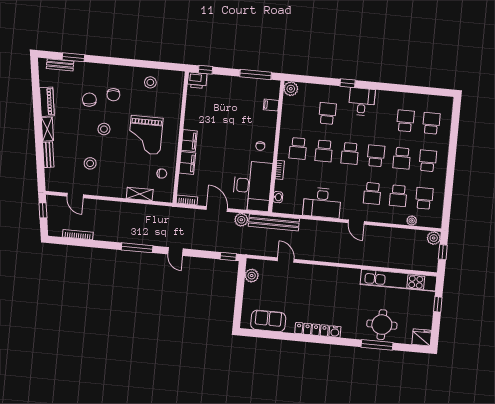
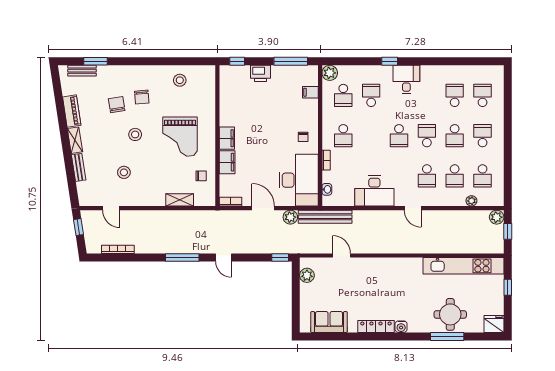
printer: (197, 80) -> (260, 73), moved
school desk: (324, 151) -> (343, 95), moved
school desk: (424, 198) -> (483, 176), turned 180

